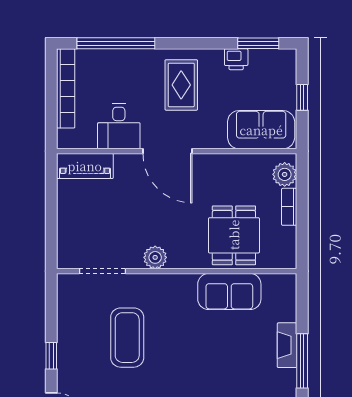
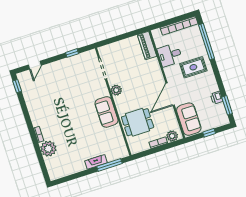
rug: (181, 85) -> (193, 67), moved
door: (168, 151) -> (170, 94), moved
sofa: (229, 292) -> (106, 112), moved
coffee table: (127, 338) -> (76, 89), removed
window: (51, 356) -> (72, 53), moved
window: (302, 361) -> (109, 165), moved

